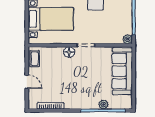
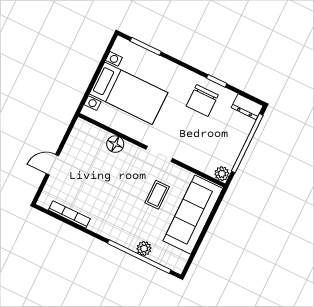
floor lamp: (69, 52) -> (115, 144), moved
coffee table: (35, 59) -> (157, 195), moved
door: (27, 82) -> (52, 165), swing flipped

